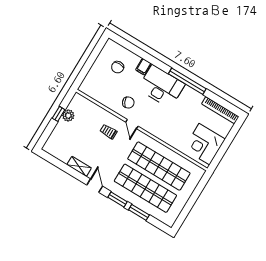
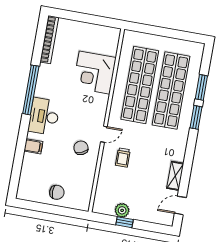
chair: (118, 67) -> (57, 192), moved
desk: (161, 86) -> (44, 116), width x0.73, depth x0.77
corner desk: (204, 144) -> (94, 73), moved, turned 90
door: (95, 186) -> (180, 205), moved

